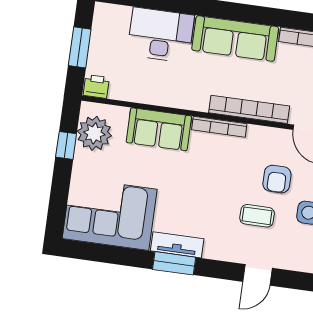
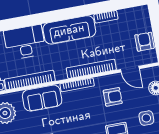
bookcase: (149, 95) -> (30, 80), added
armchair: (277, 179) -> (113, 97), moved, turned -90

